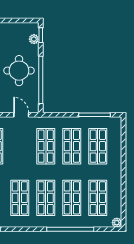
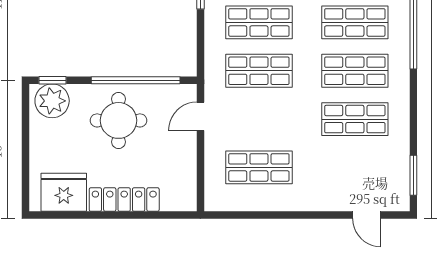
plant: (34, 39) -> (52, 101), width x1.88, depth x1.88

